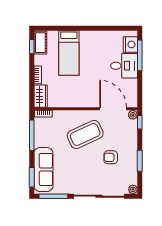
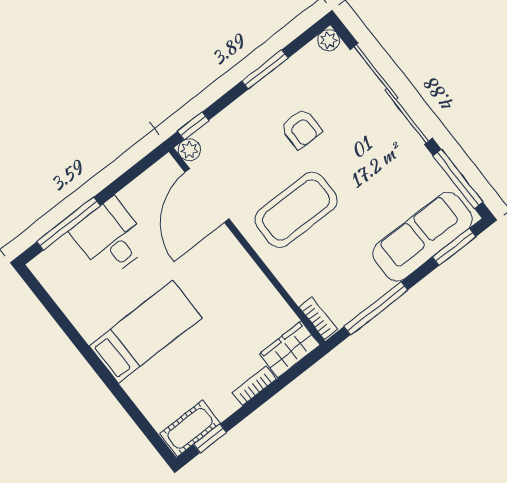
nightstand: (130, 44) -> (62, 257), removed
bed: (69, 53) -> (146, 332), moved
coffee table: (85, 134) -> (296, 210), turned -65

